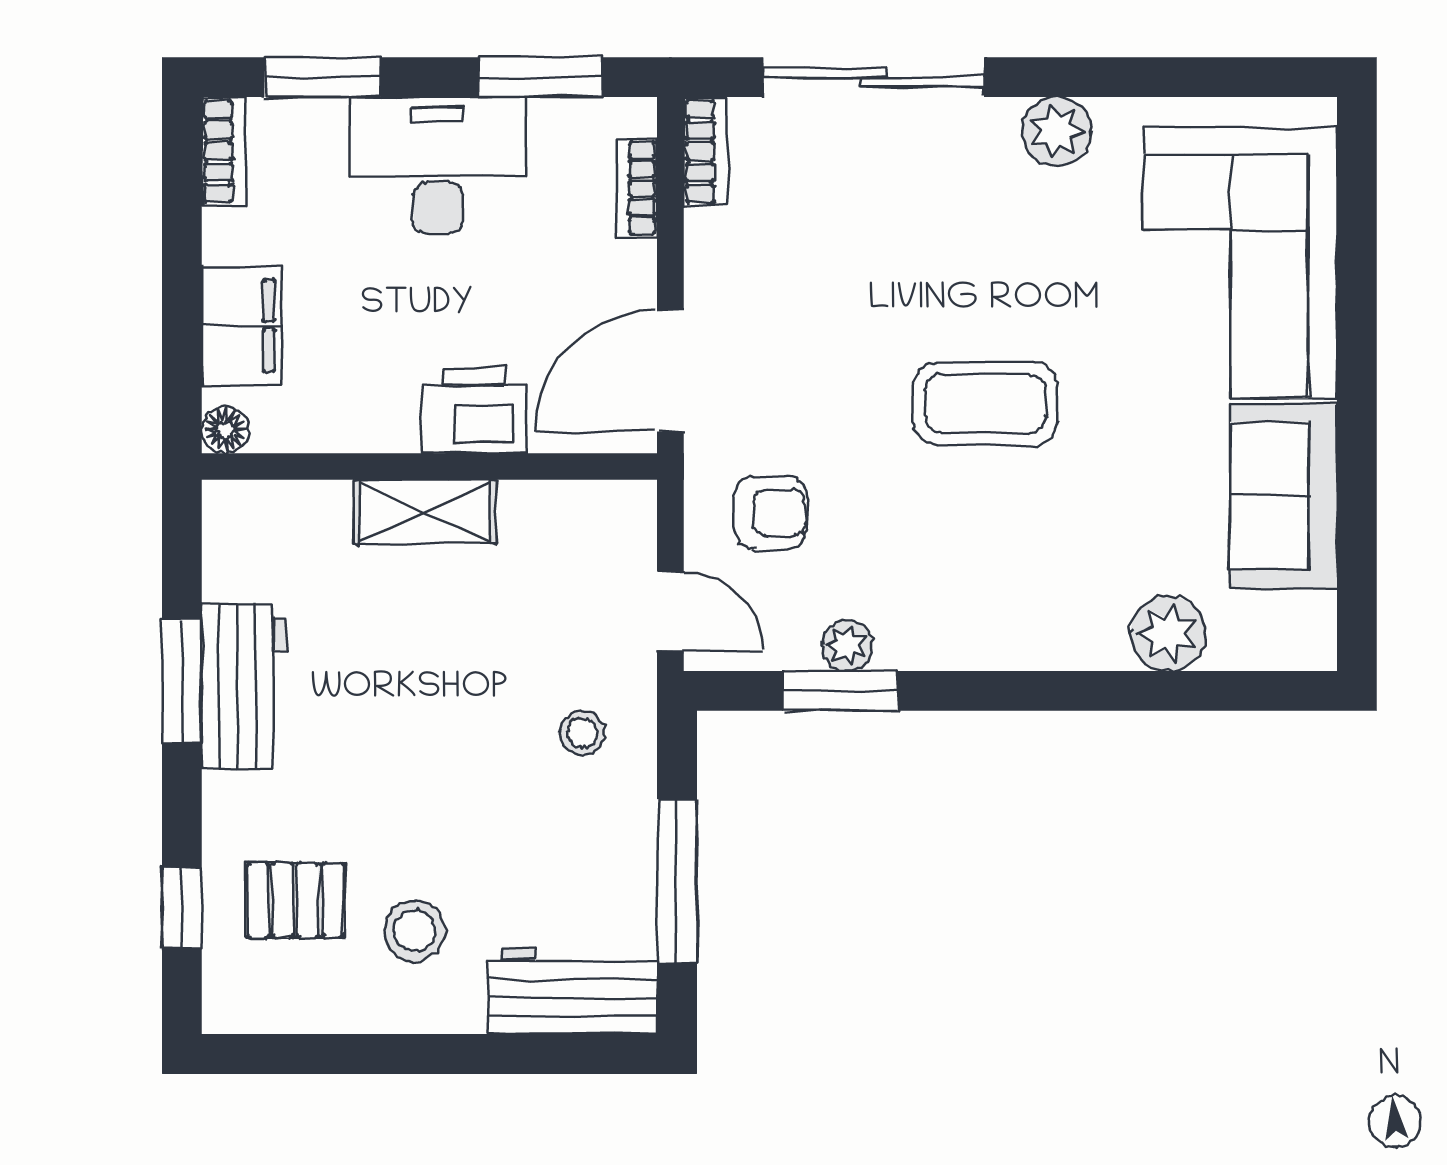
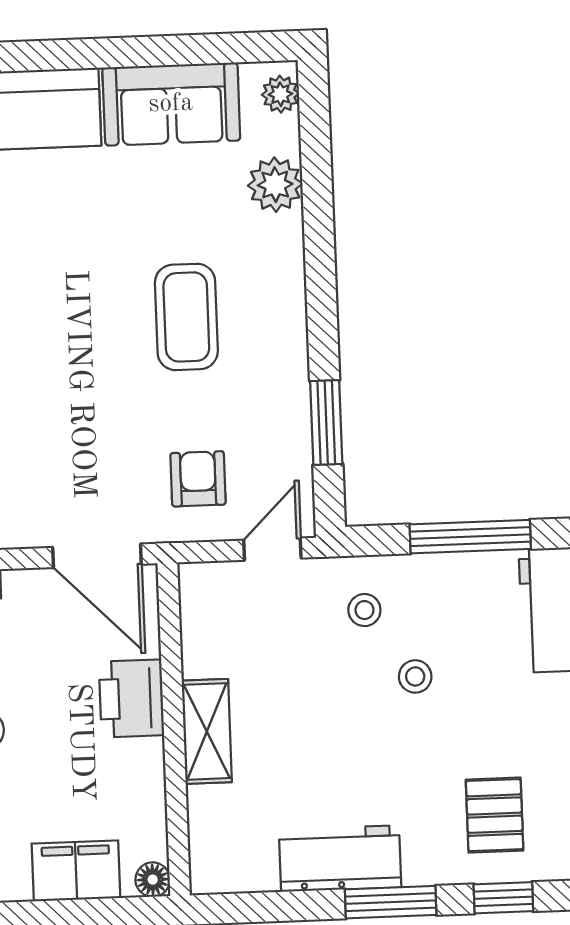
coffee table: (985, 404) -> (186, 317), moved
plant: (847, 646) -> (280, 94), moved
window: (182, 681) -> (391, 902), moved
stool: (415, 931) -> (415, 676), moved, width x0.73, depth x0.73

